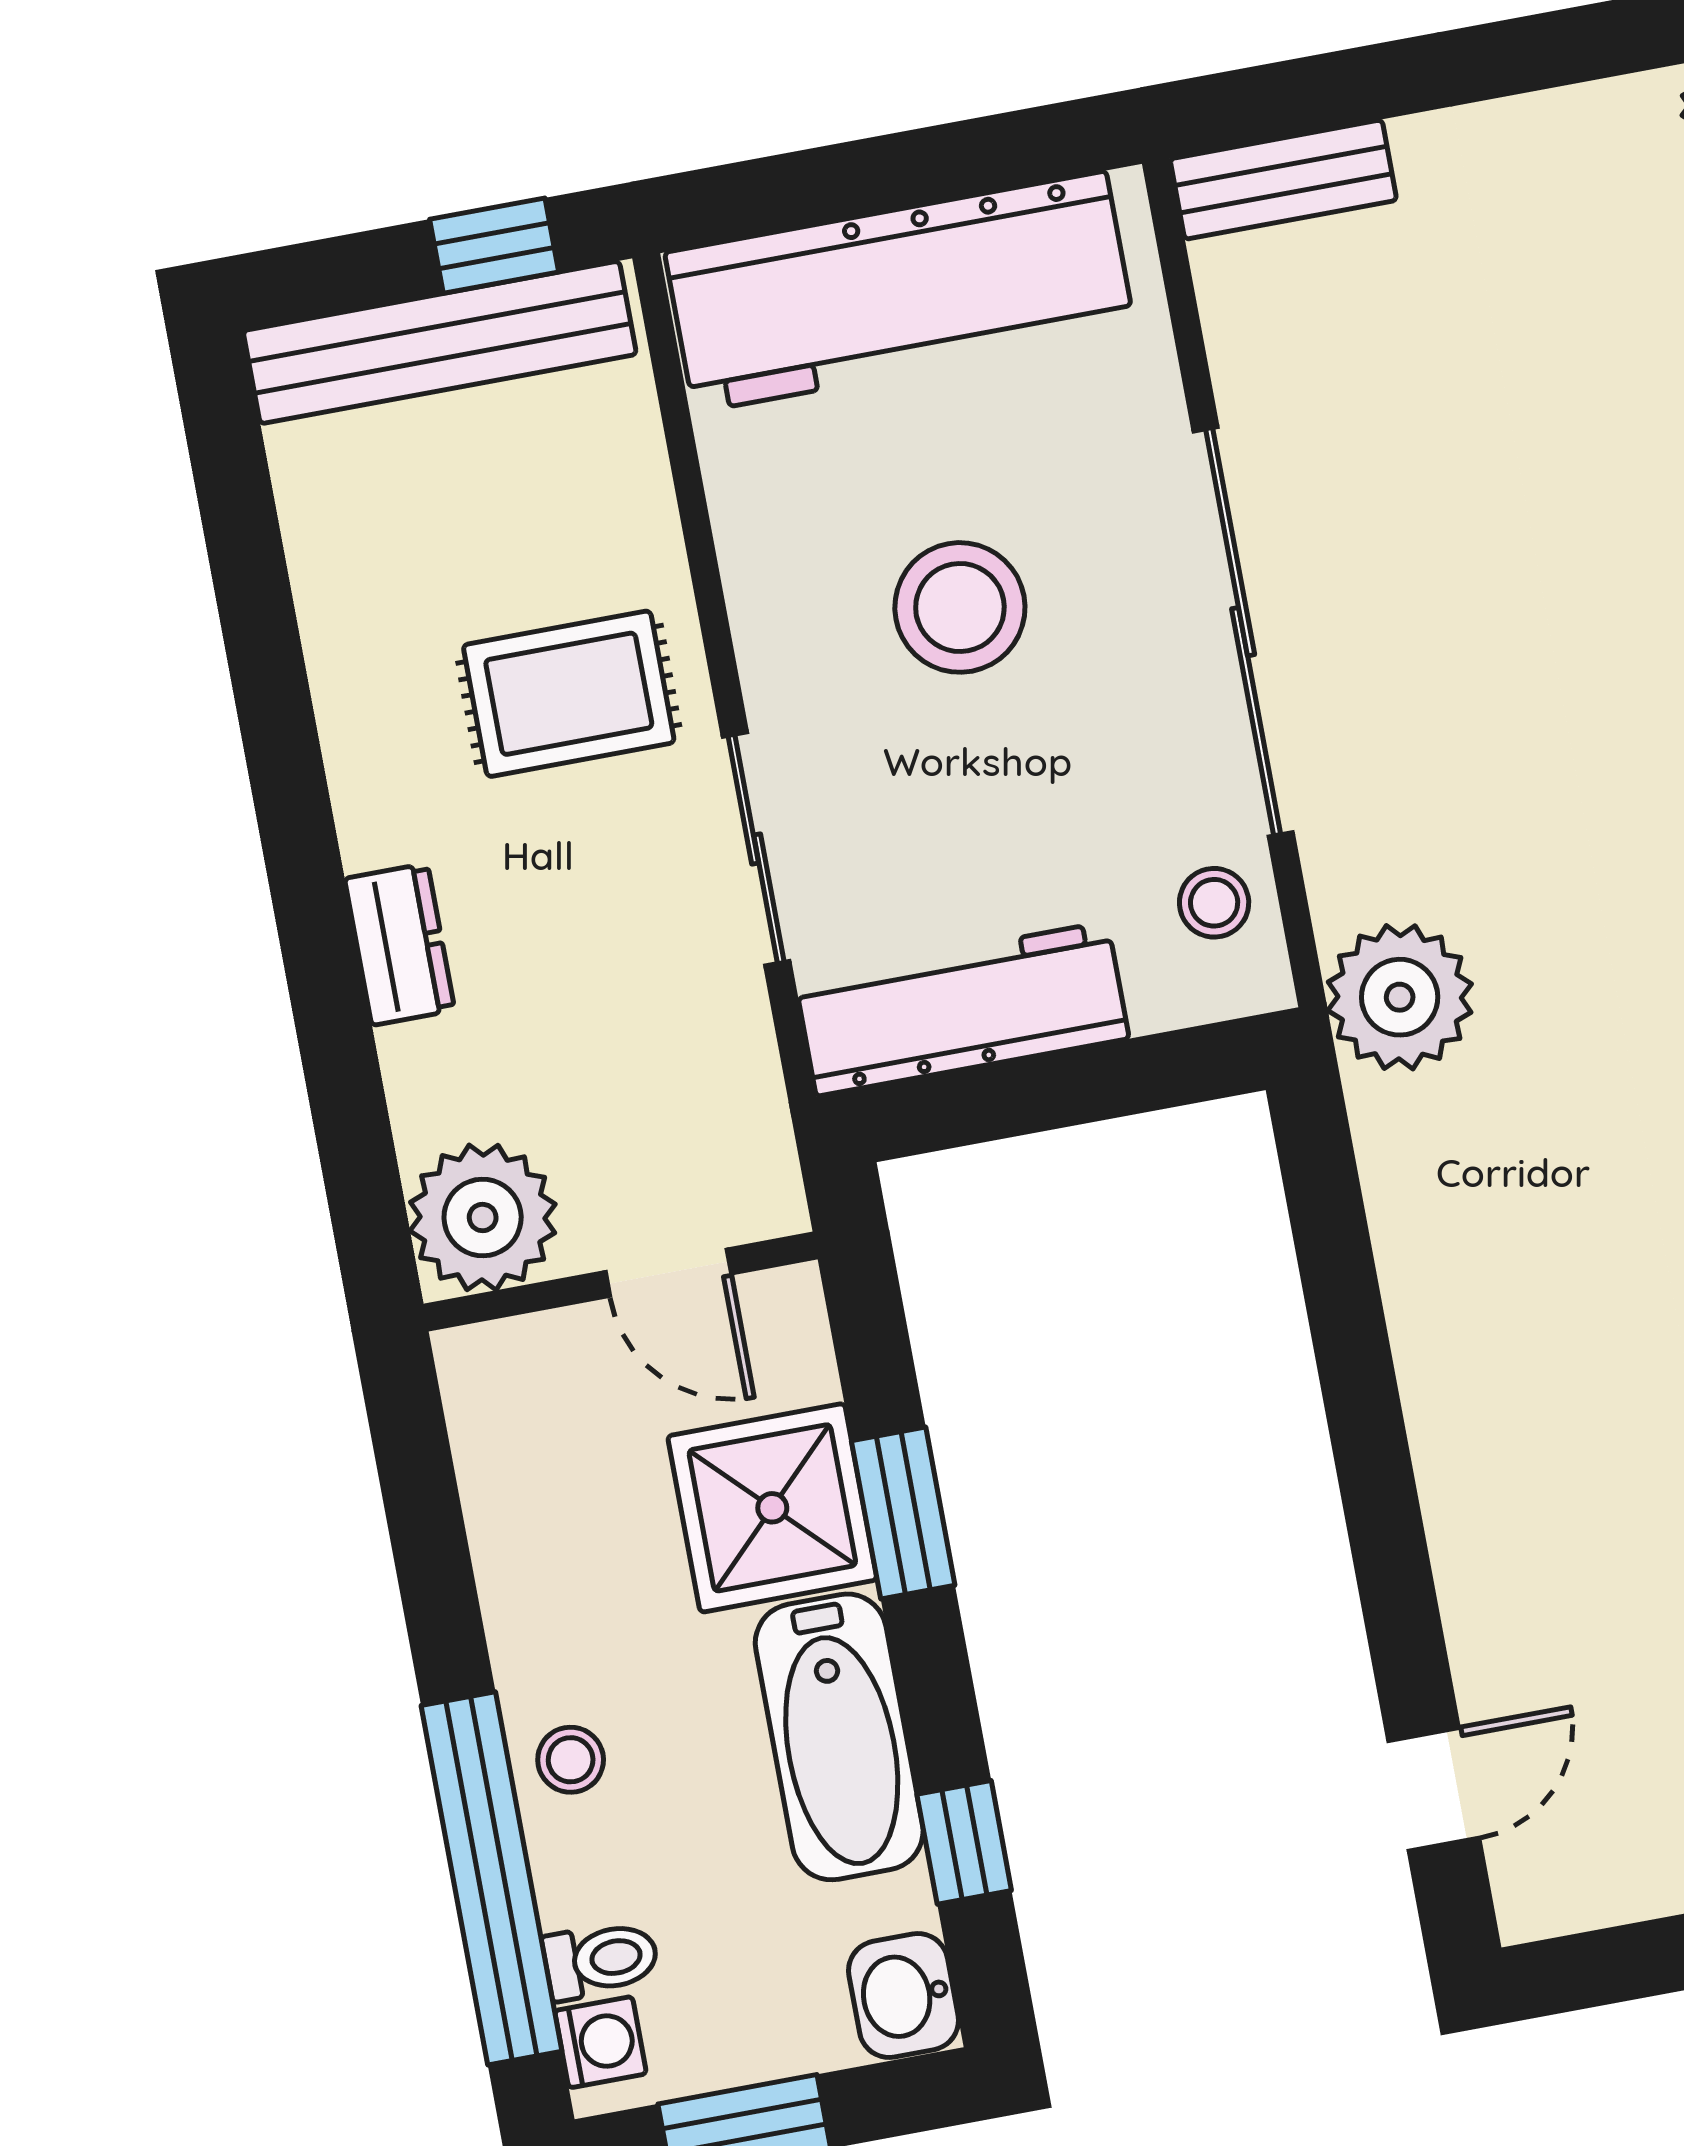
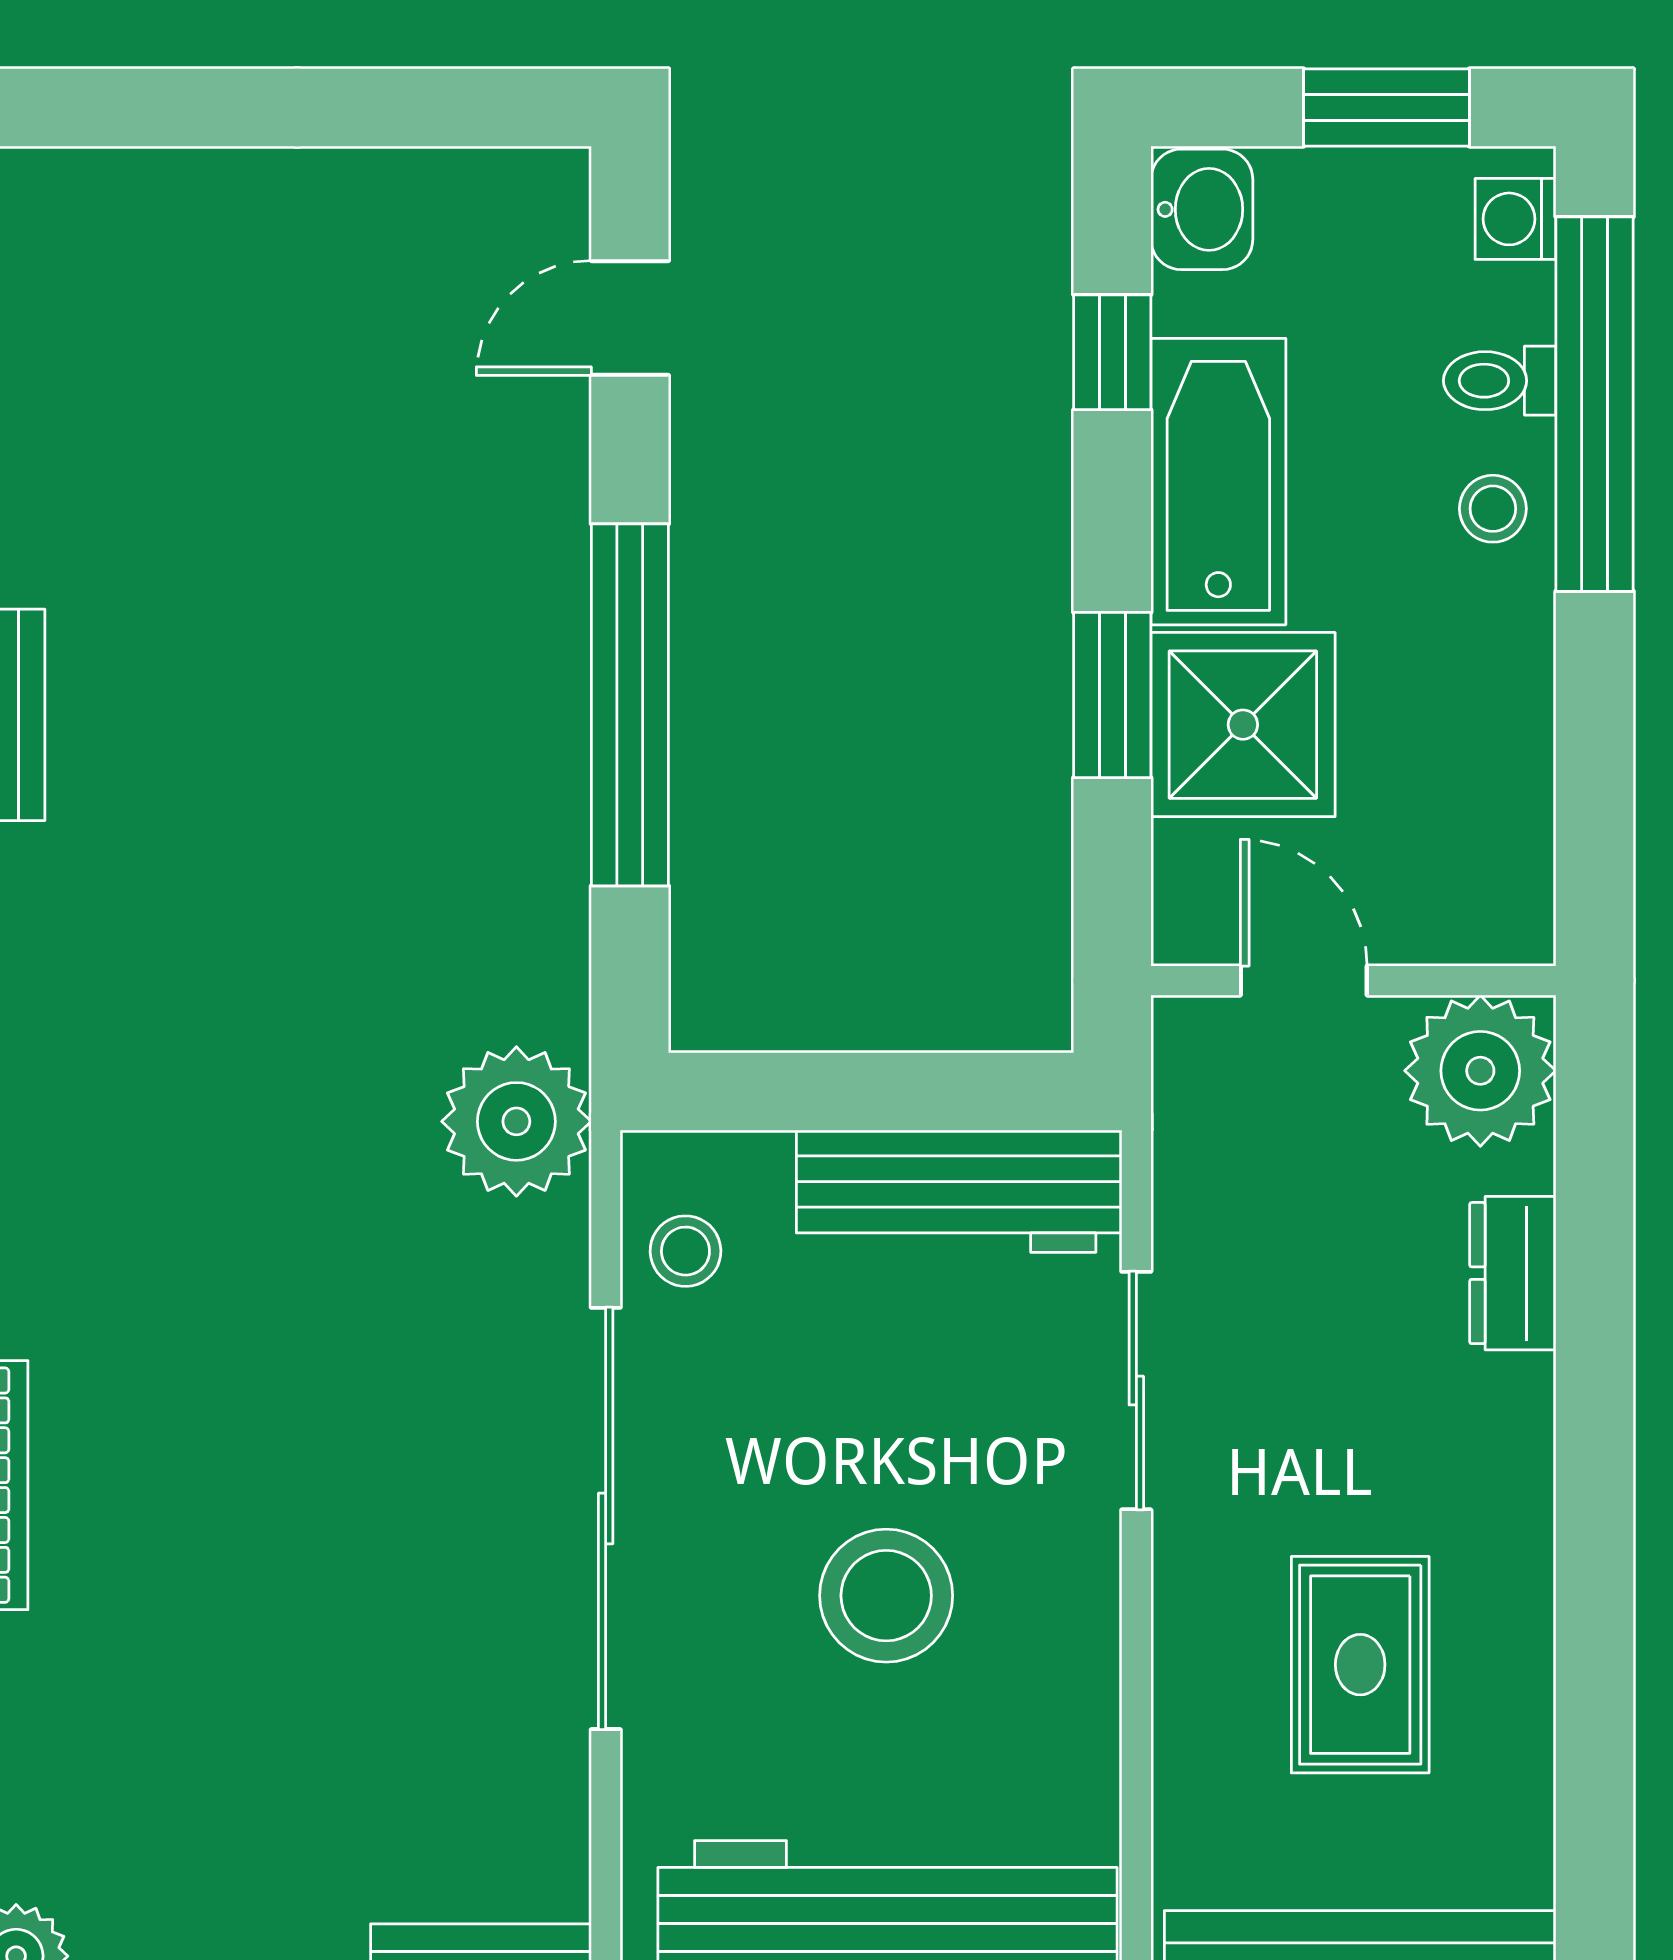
rug: (569, 694) -> (1360, 1665), moved, turned 90
dresser: (400, 944) -> (1513, 1273), moved
window: (1365, 1418) -> (630, 705), added
toilet: (601, 1960) -> (1500, 381), moved

